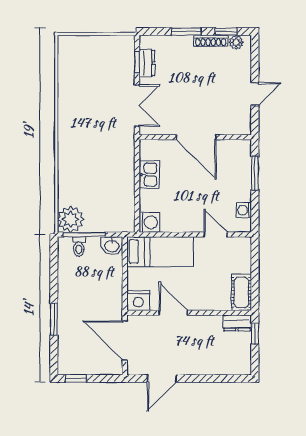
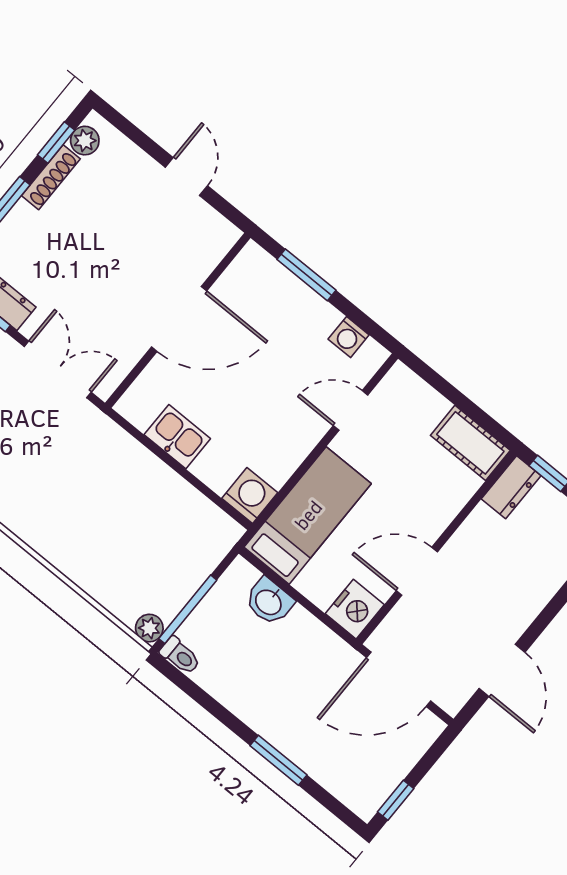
plant: (71, 219) -> (149, 628), width x0.53, depth x0.53
washbasin: (112, 246) -> (269, 602), moved, turned 90
toilet: (79, 247) -> (180, 656), moved

